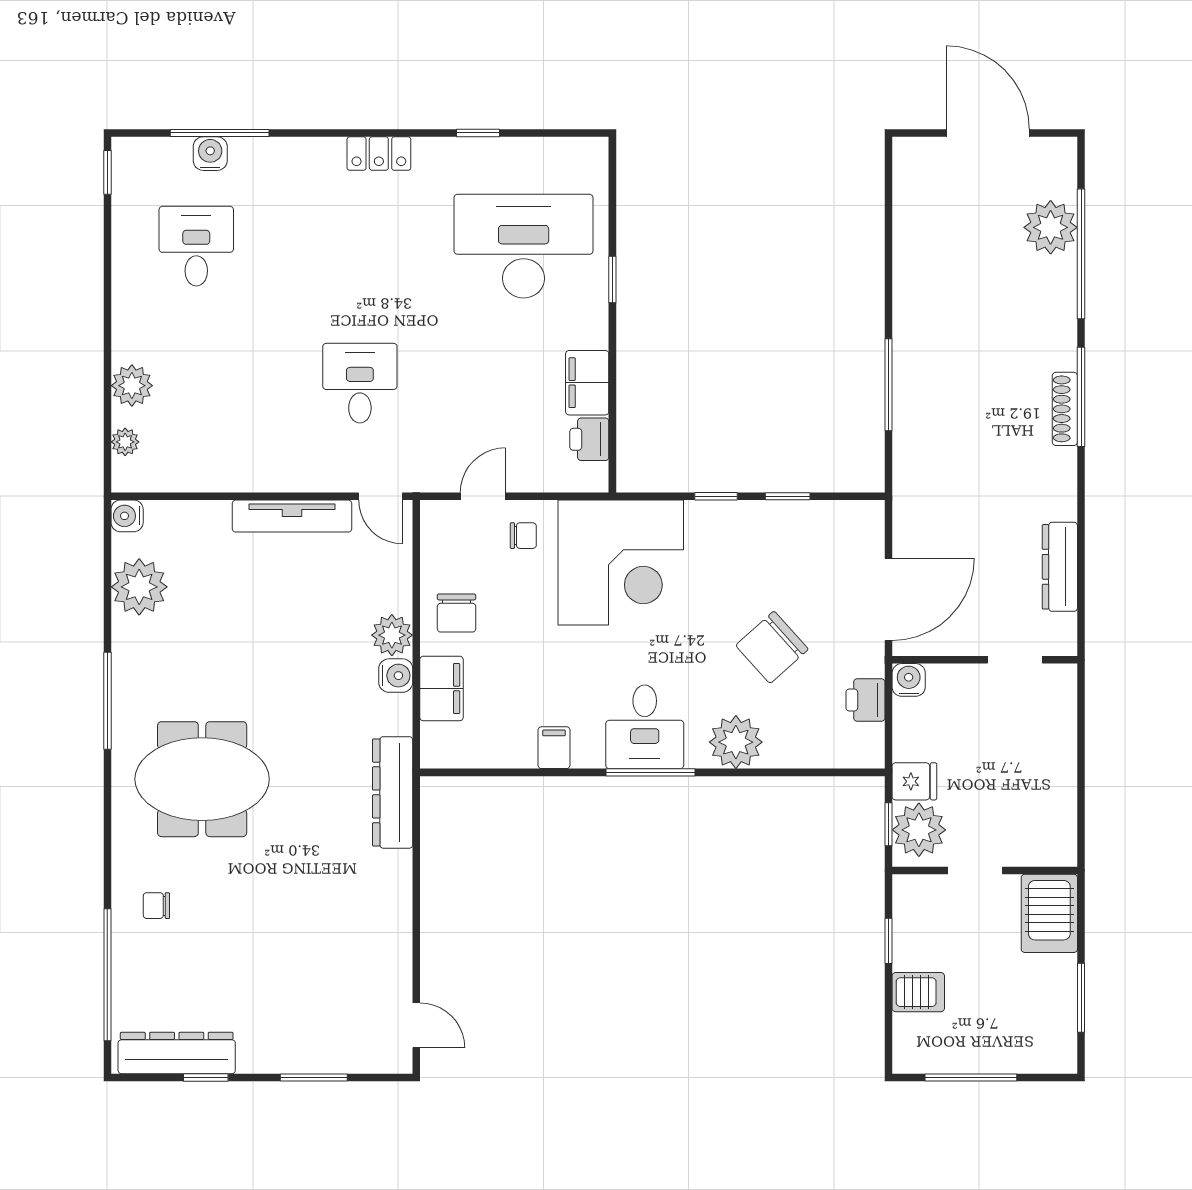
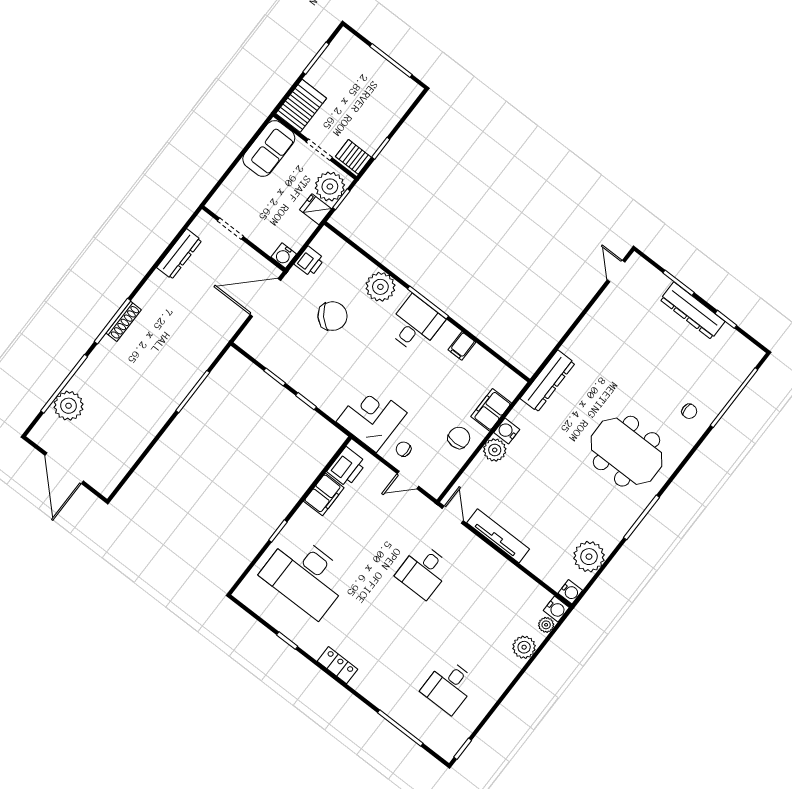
water cooler: (210, 154) -> (556, 609), moved, turned -90
printer: (589, 439) -> (347, 467), width x1.36, depth x1.24
corner desk: (621, 562) -> (372, 417), width x0.74, depth x0.74
sofa: (1048, 817) -> (269, 149), added
server rack: (918, 992) -> (353, 157), moved
dresser: (177, 1053) -> (692, 311), moved

